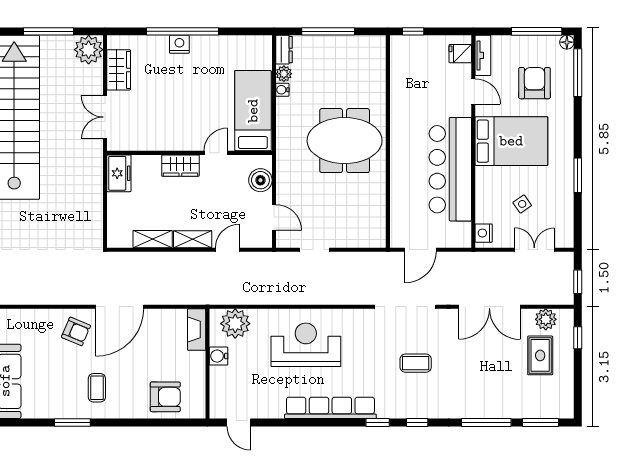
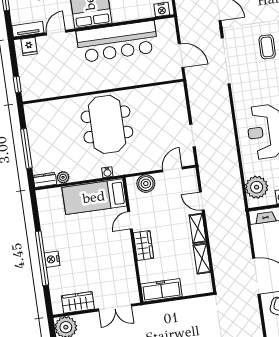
water cooler: (282, 90) -> (107, 172), moved
door: (216, 153) -> (130, 220), hinge flipped
freezer: (119, 173) -> (161, 290), width x1.40

